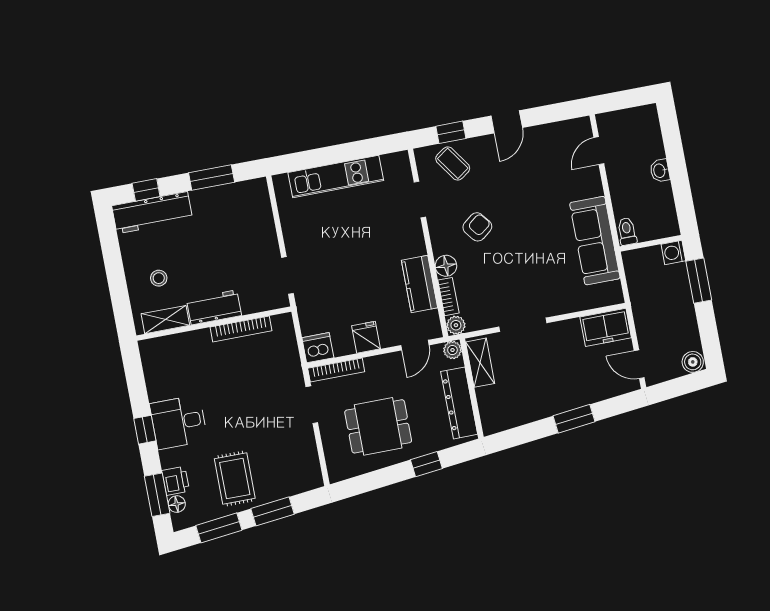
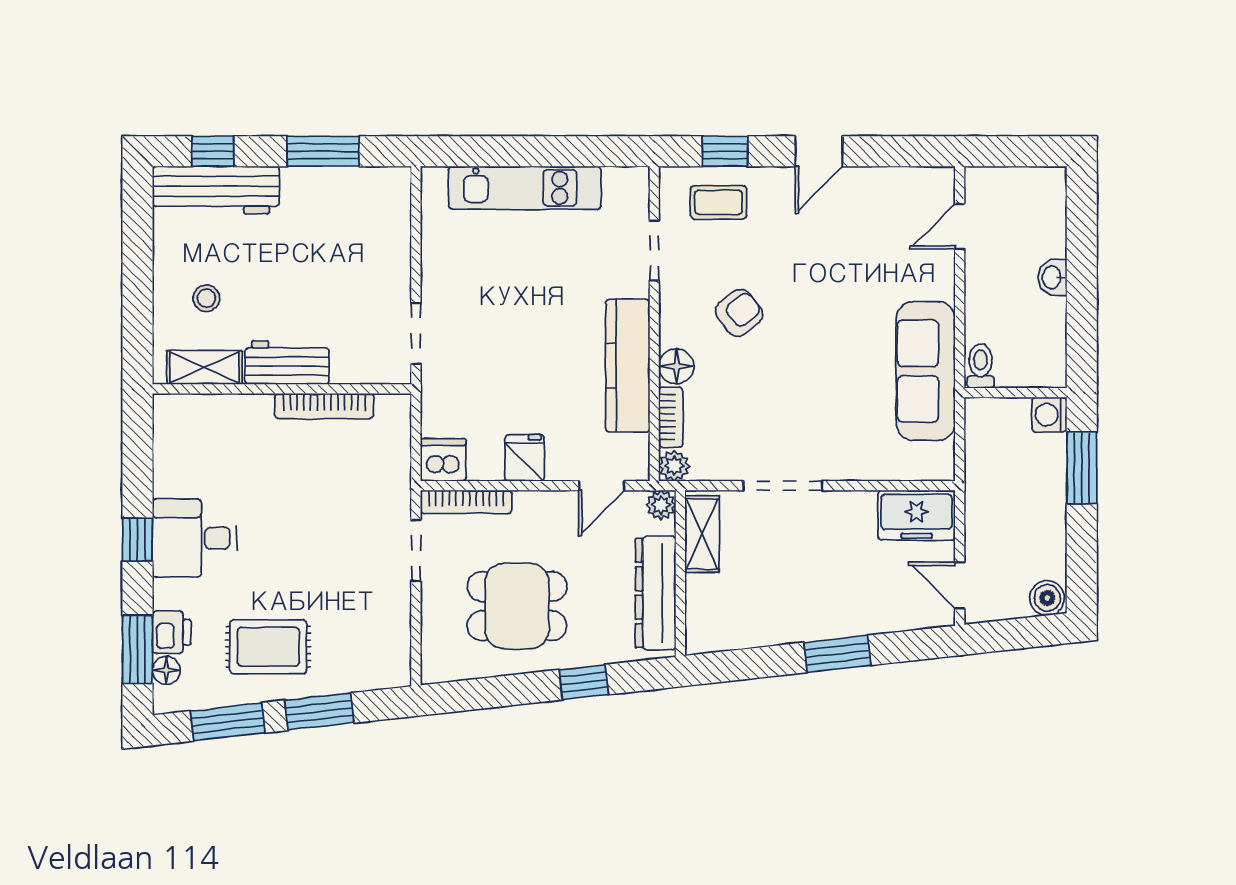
coffee table: (453, 163) -> (719, 202), turned -55
kitchen counter: (419, 284) -> (628, 366), width x1.50
rug: (235, 479) -> (268, 647), turned 90

